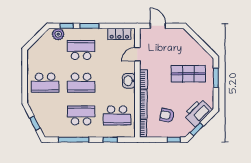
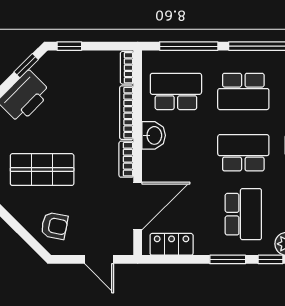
school desk: (81, 50) -> (243, 214), turned -90
door: (137, 54) -> (138, 206), width x1.88
washbasin: (129, 81) -> (154, 135), moved
armchair: (167, 115) -> (54, 226), moved
window: (110, 140) -> (189, 46), width x2.17

